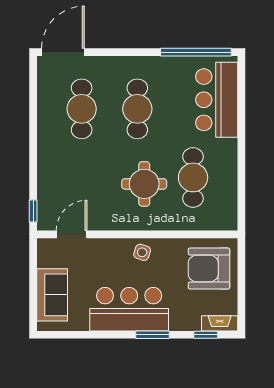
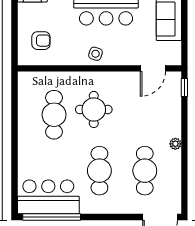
bar counter: (217, 100) -> (48, 197), moved, turned -90
plant: (44, 142) -> (175, 144), added
armchair: (209, 268) -> (41, 41), width x0.53, depth x0.53

